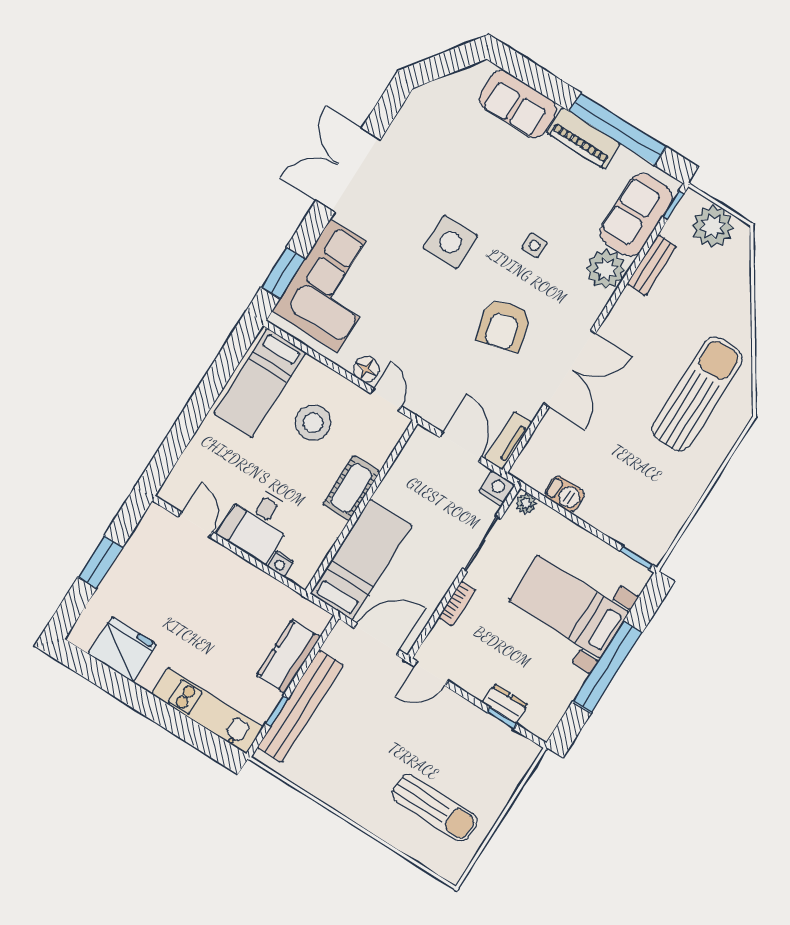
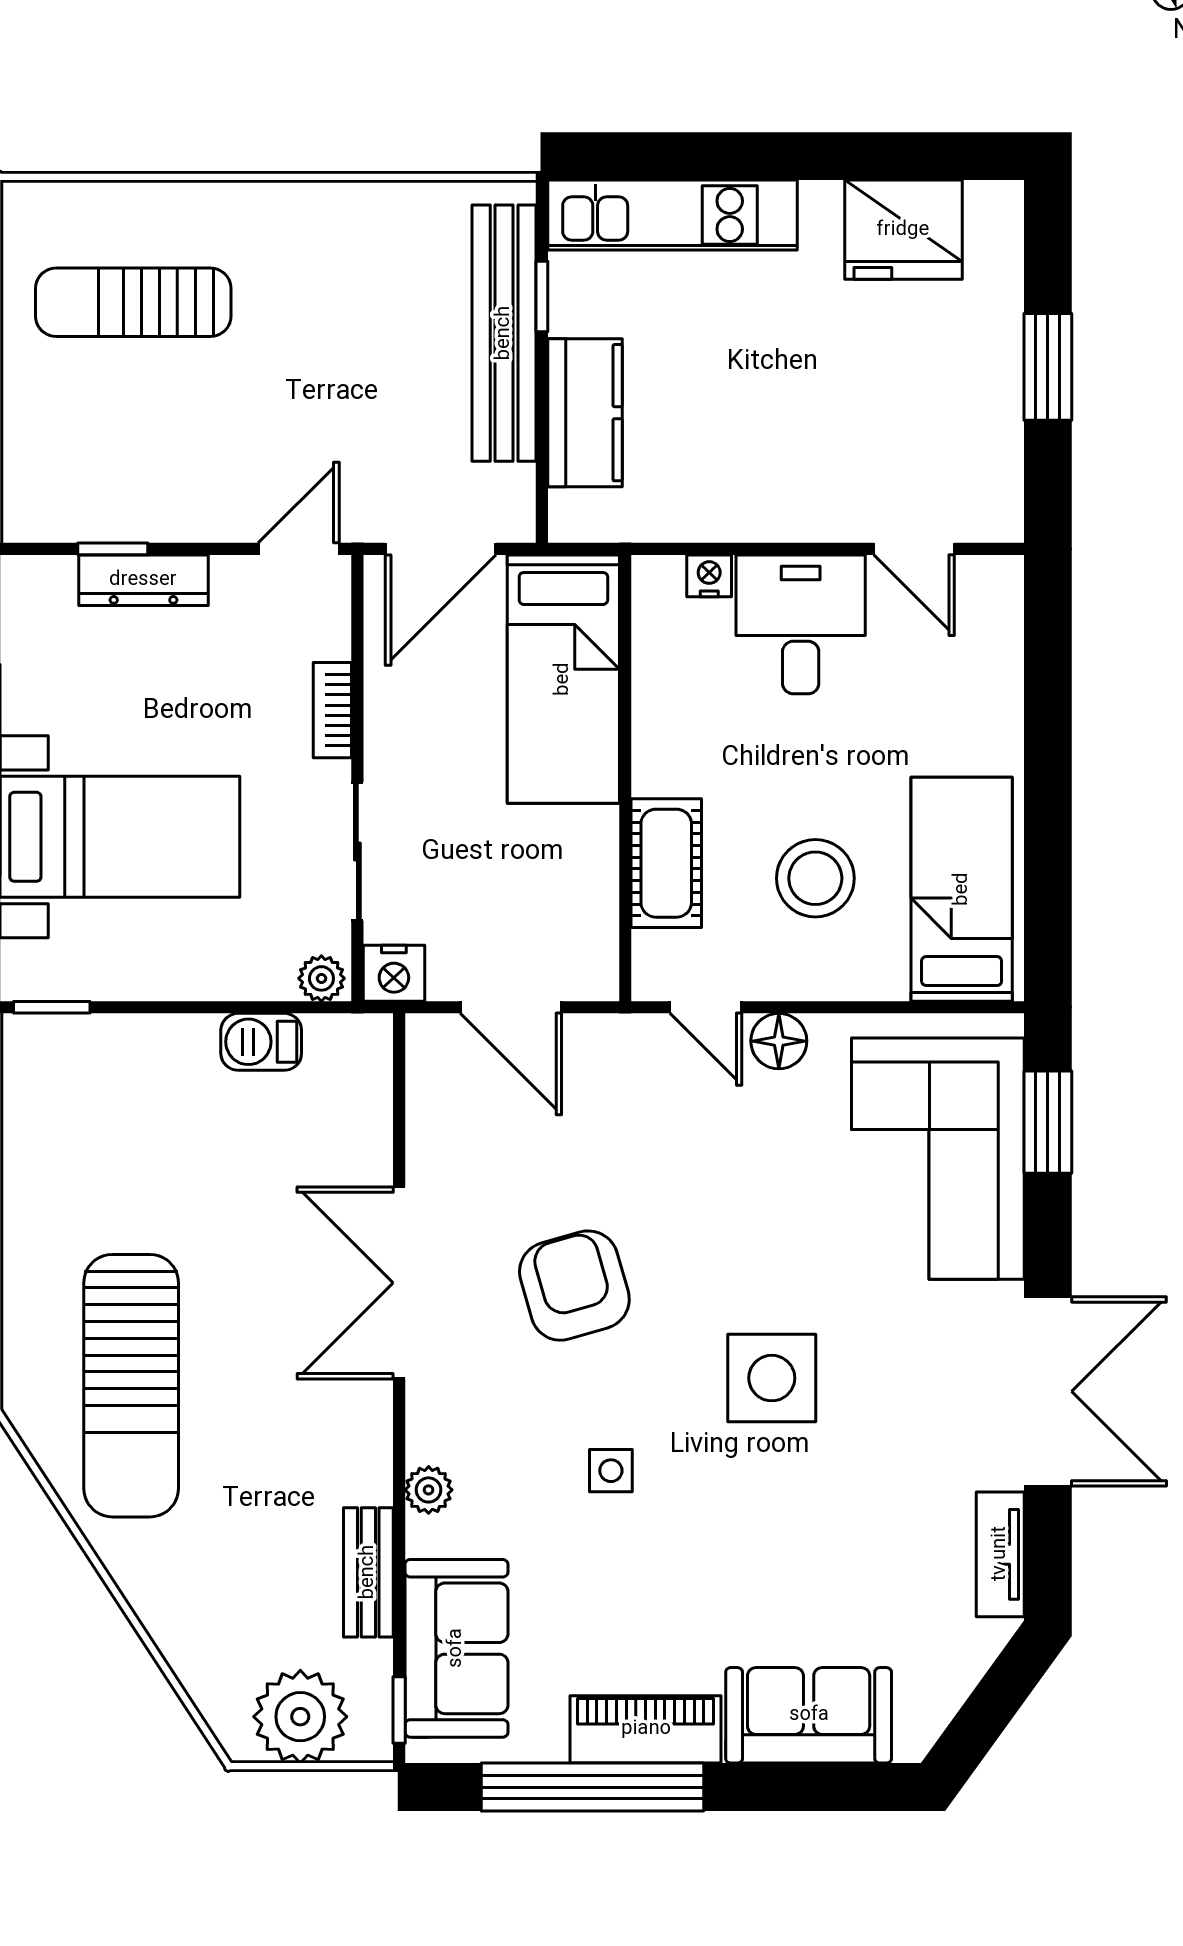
plant: (606, 269) -> (429, 1490), width x0.53, depth x0.53
tv unit: (508, 440) -> (1000, 1554), moved, turned 180
cot: (351, 488) -> (666, 863), moved
dresser: (505, 704) -> (143, 580), width x1.44

